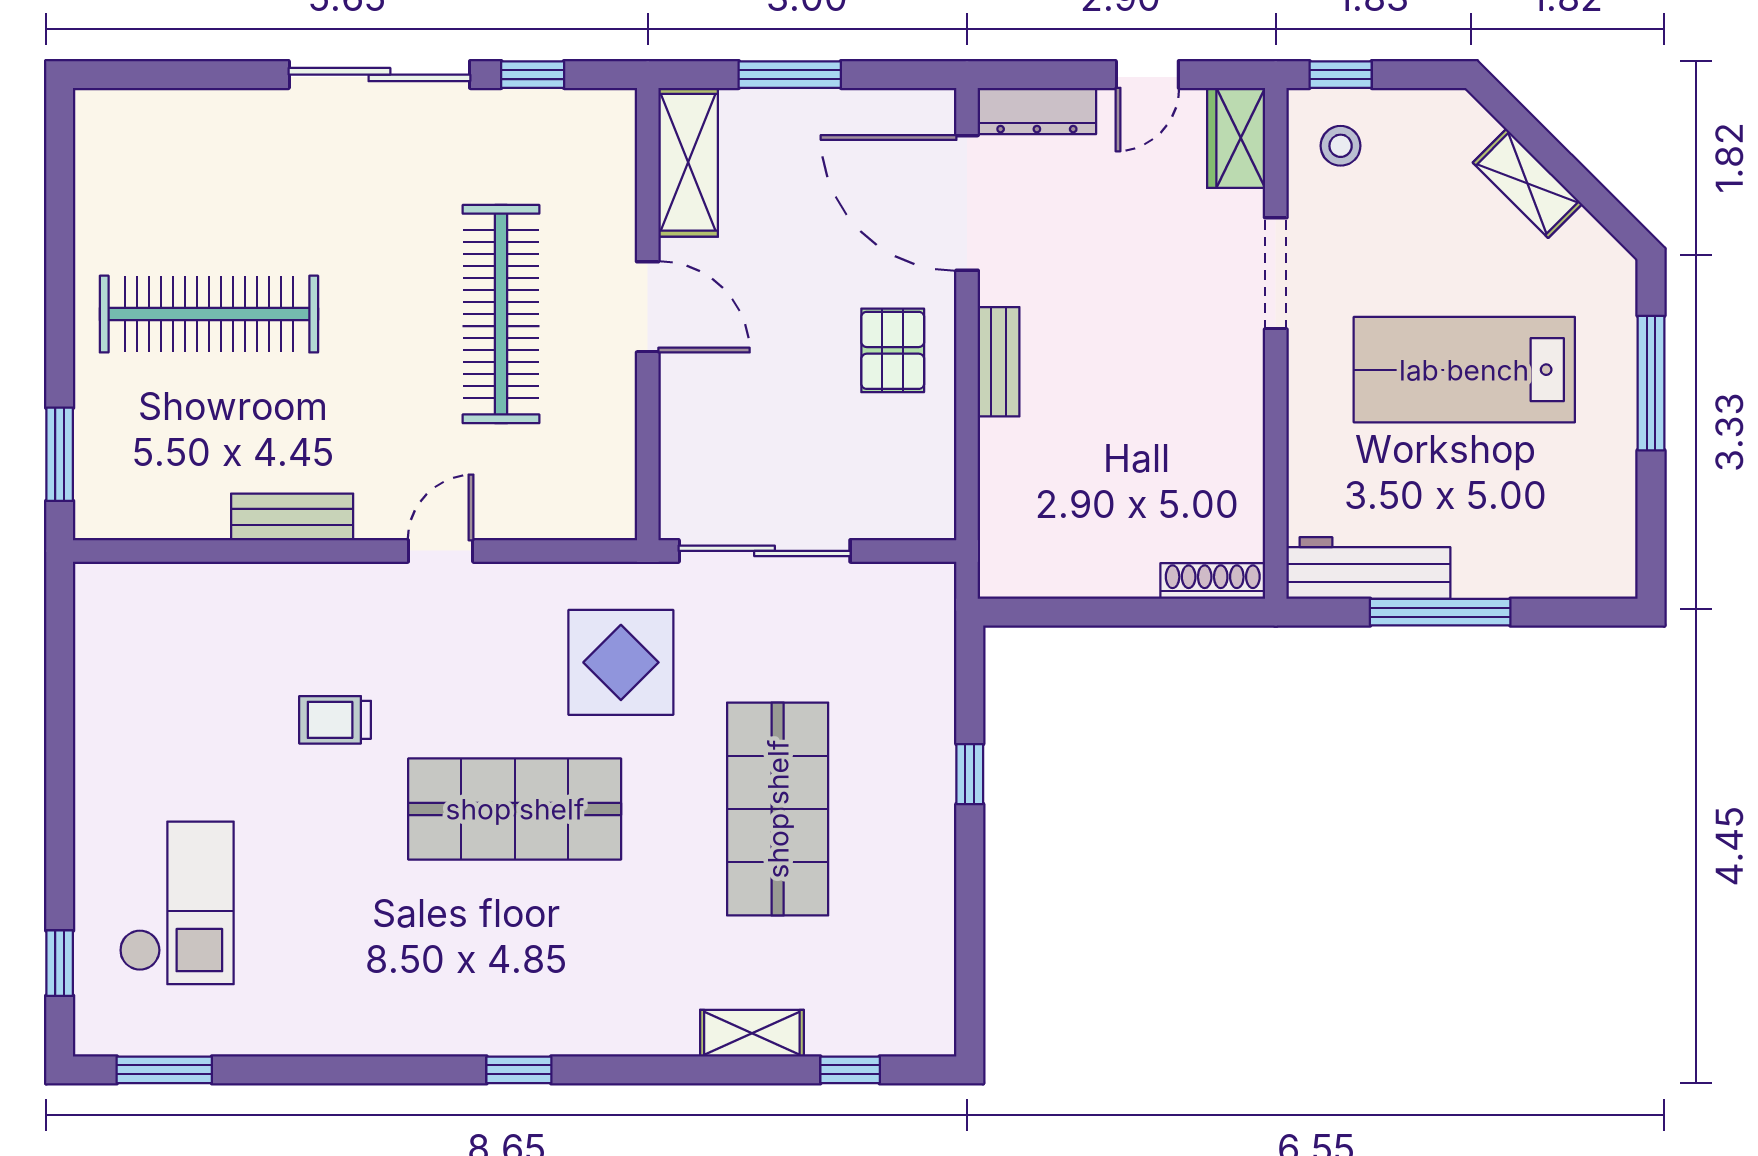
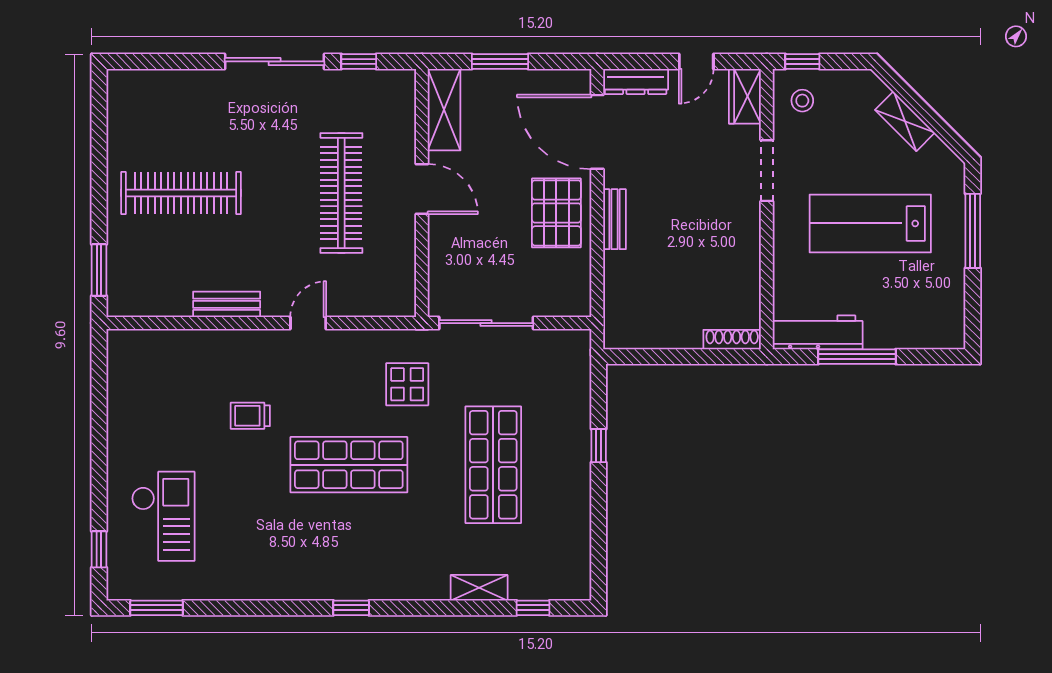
pallet: (893, 350) -> (556, 213), width x1.50, depth x1.42
display table: (621, 662) -> (407, 384), width x0.73, depth x0.73

